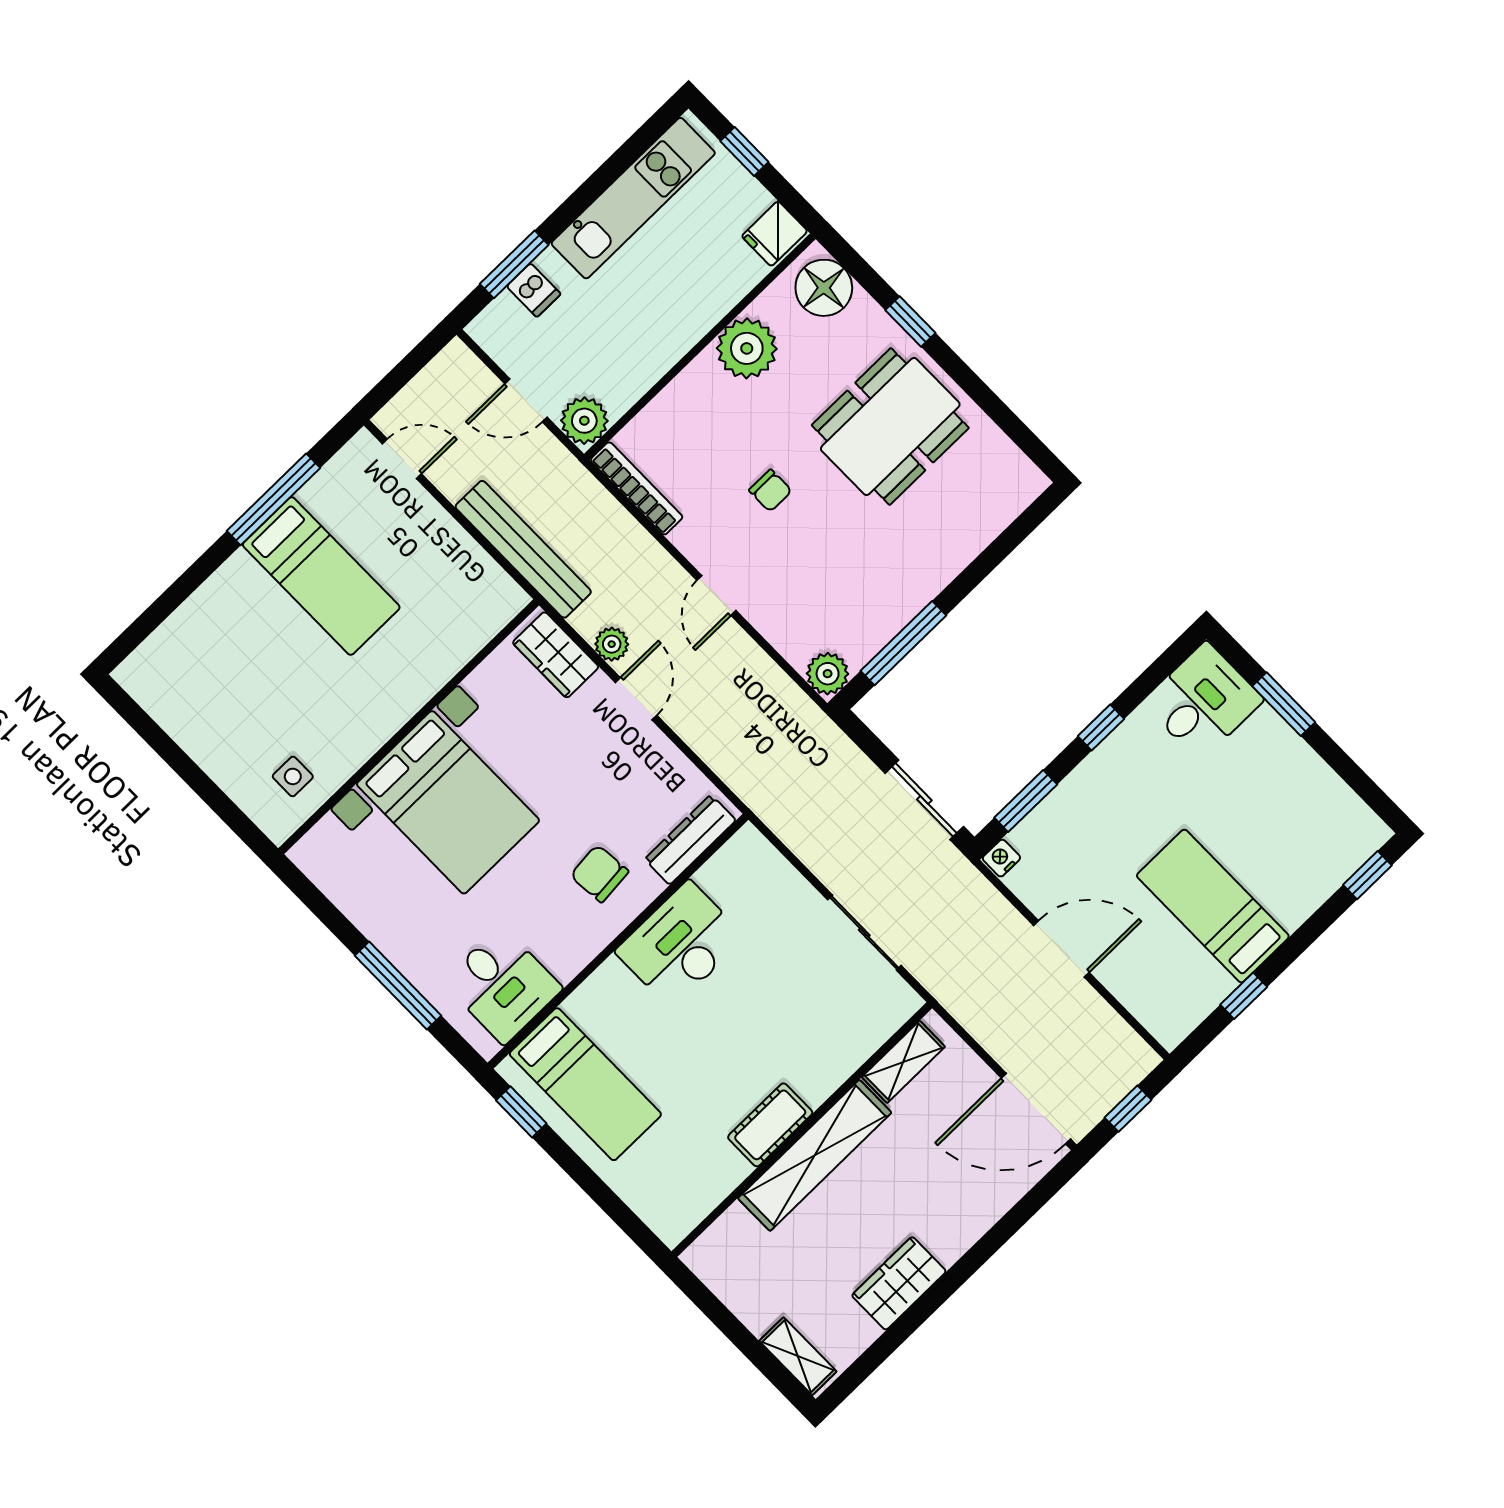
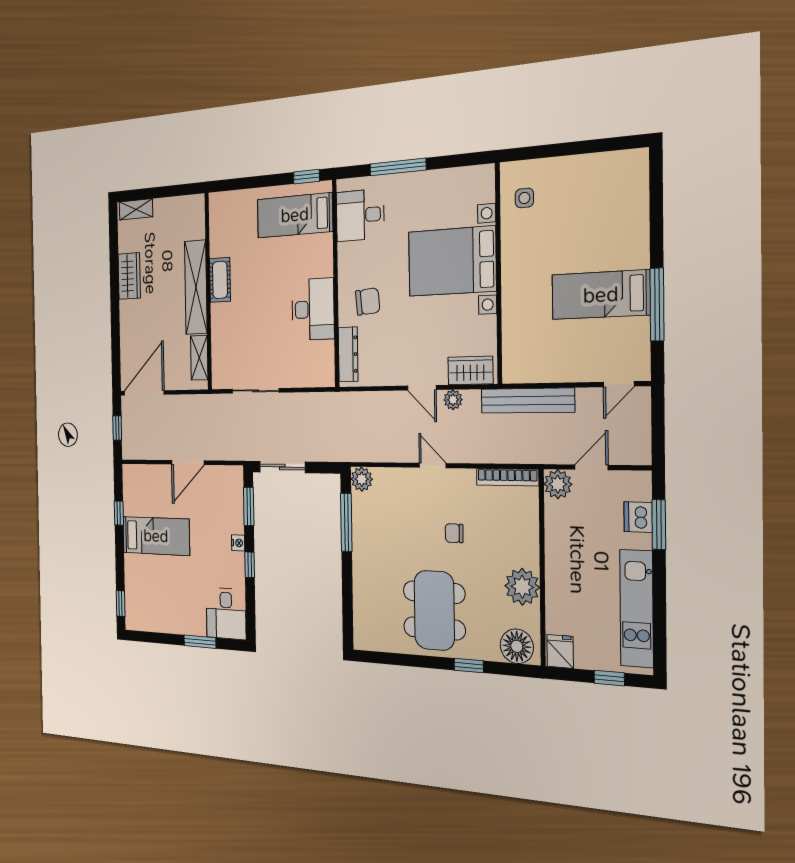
dishwasher: (534, 290) -> (638, 517), width x1.38
nightstand: (1001, 858) -> (238, 543), moved

